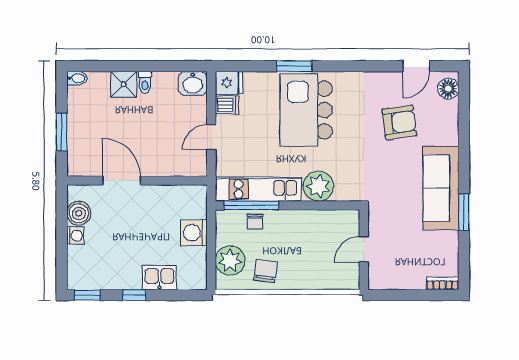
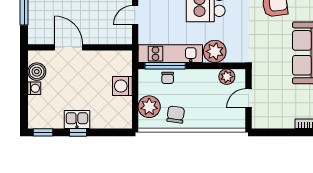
plant: (335, 220) -> (227, 77), added
kitchen sink: (160, 278) -> (77, 119), moved

